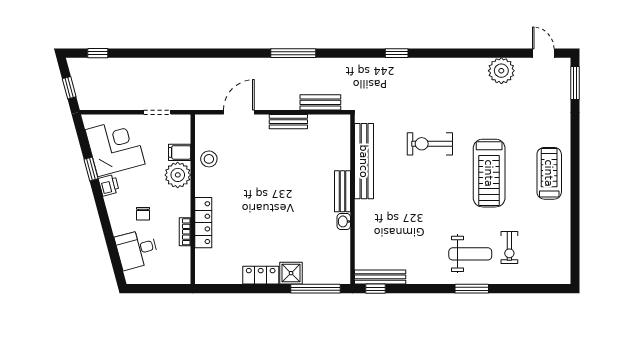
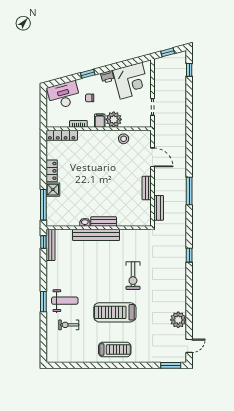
exercise bike: (430, 144) -> (133, 276), turned 180
filing cabinet: (180, 152) -> (100, 121), moved
bench: (364, 161) -> (96, 235), moved
window: (91, 169) -> (88, 74), moved
locker: (203, 223) -> (62, 135), moved
desk: (137, 249) -> (64, 95), width x1.37
weight bench: (470, 254) -> (65, 301), turned -90

